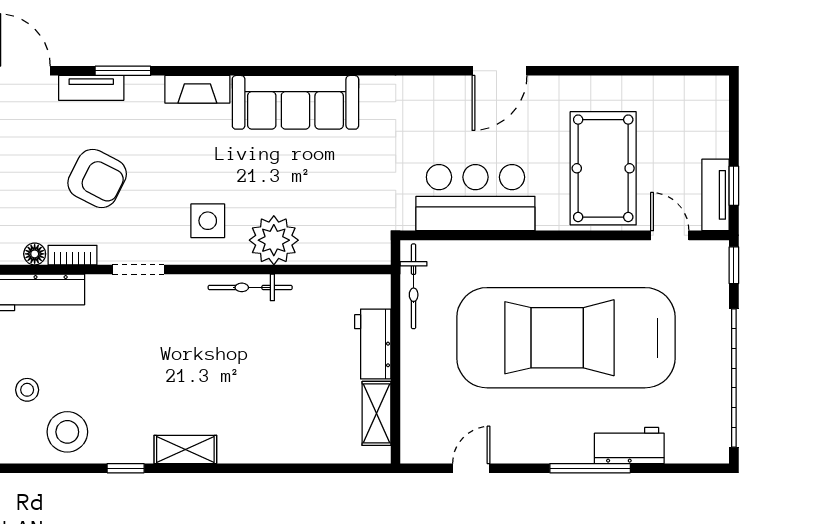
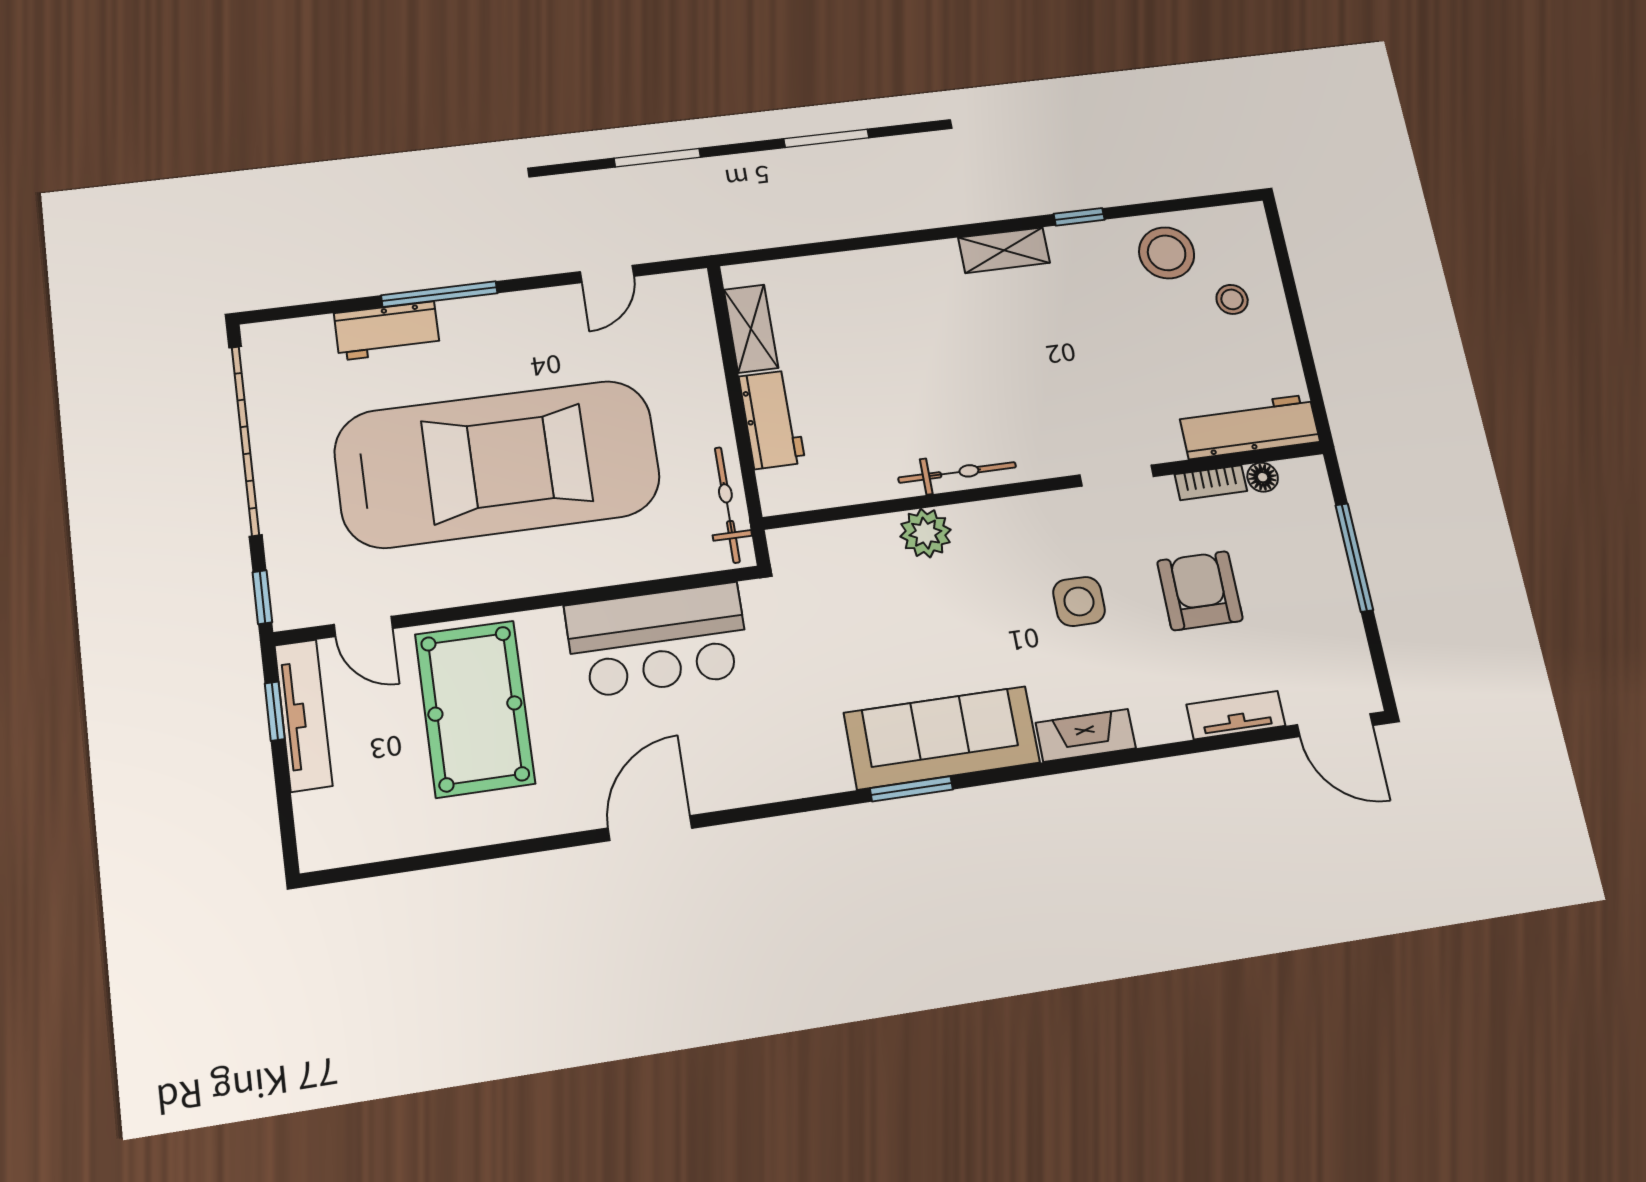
window: (123, 71) -> (911, 789), moved
armchair: (97, 178) -> (1200, 591), turned 63
tv unit: (716, 195) -> (303, 715), width x1.41
side table: (208, 221) -> (1079, 601), moved
plant: (274, 240) -> (925, 533), width x0.73, depth x0.73

